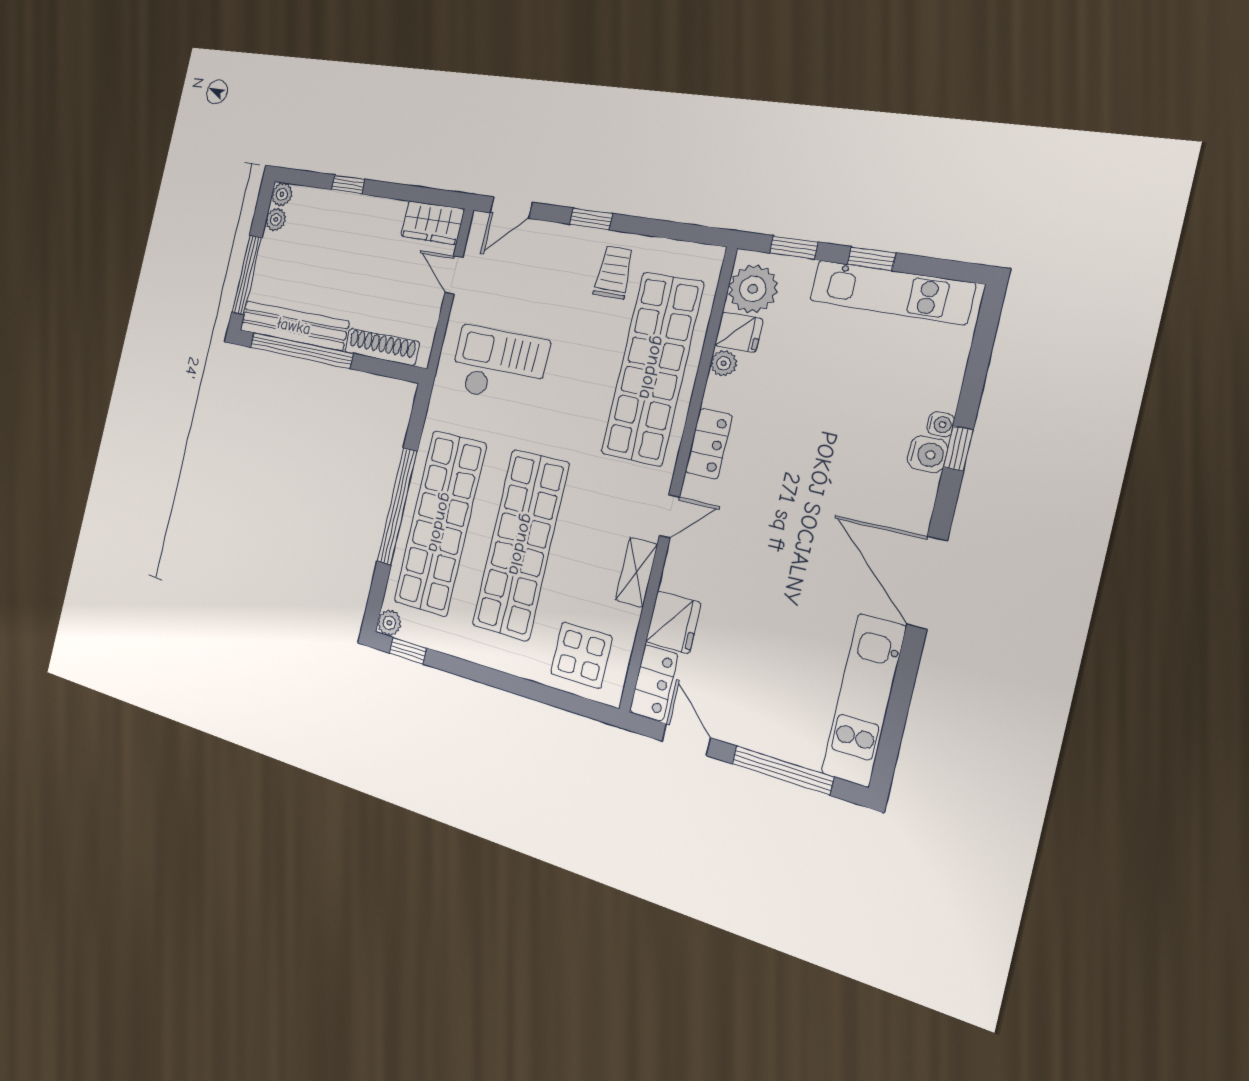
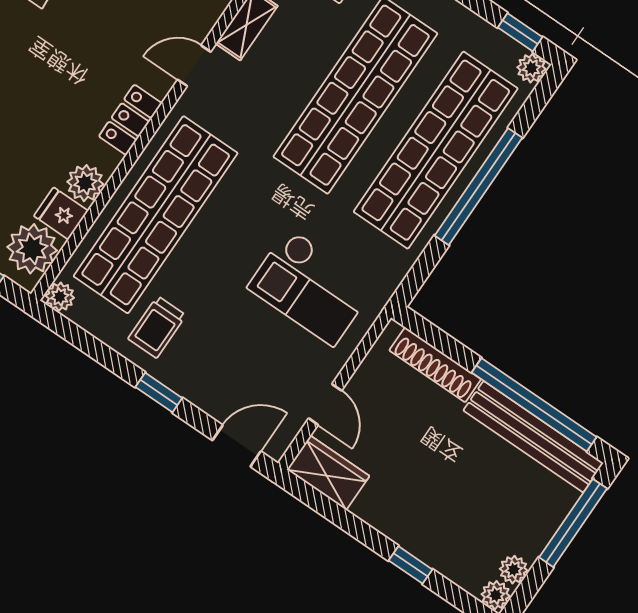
plant: (710, 258) -> (60, 297), added
plant: (724, 363) -> (85, 183), width x1.38, depth x1.38

